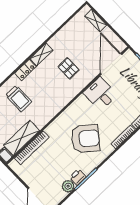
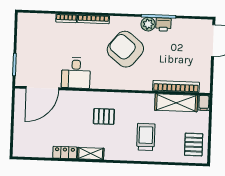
shelving: (96, 21) -> (19, 136), removed
pallet: (69, 68) -> (104, 116), moved, turned 90
locker: (25, 70) -> (65, 152), moved
plant: (68, 186) -> (148, 24), moved

